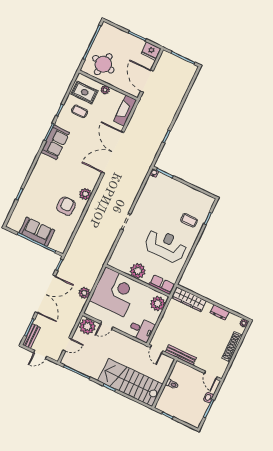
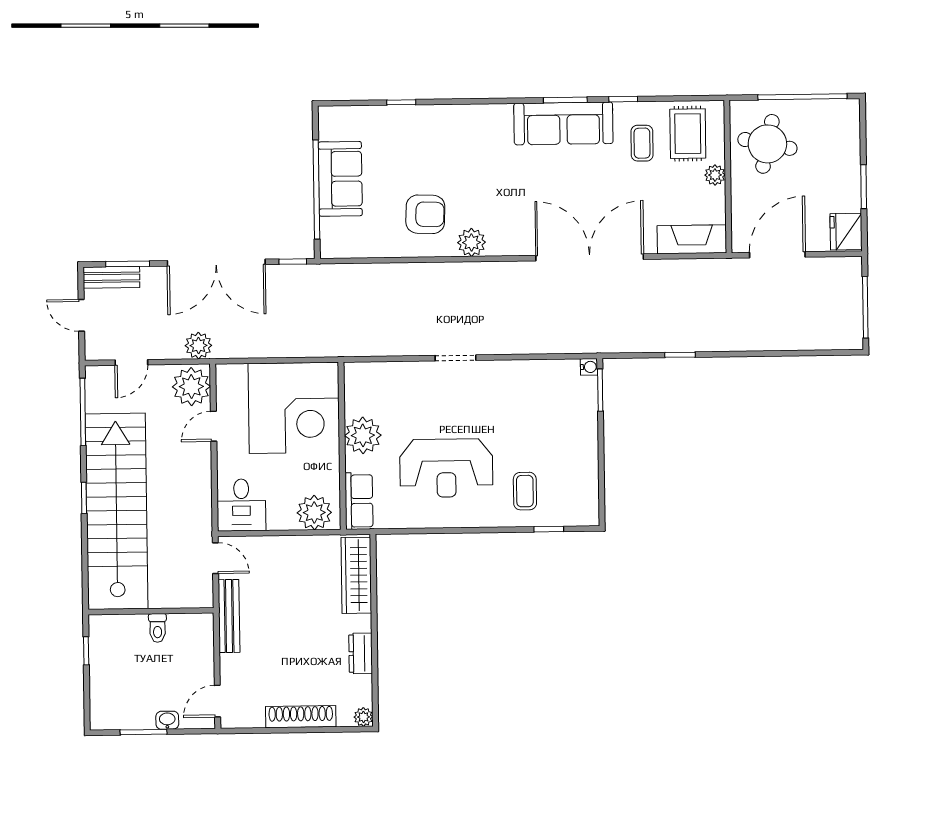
sofa: (55, 142) -> (563, 123), width x1.36
reception desk: (166, 246) -> (446, 468), turned 90
plant: (84, 293) -> (198, 346), moved
door: (107, 325) -> (214, 426), hinge flipped
door: (67, 344) -> (131, 362), hinge flipped
door: (157, 349) -> (215, 558), swing flipped
stairs: (130, 383) -> (117, 511), width x1.36

